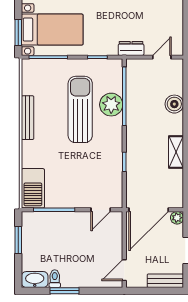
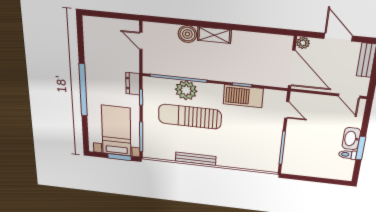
dresser: (131, 48) -> (133, 84), moved
shelving: (176, 152) -> (214, 35), moved
barbecue: (33, 188) -> (243, 96), moved, turned 180
window: (18, 240) -> (307, 179), removed
washbasin: (35, 280) -> (351, 139), moved

